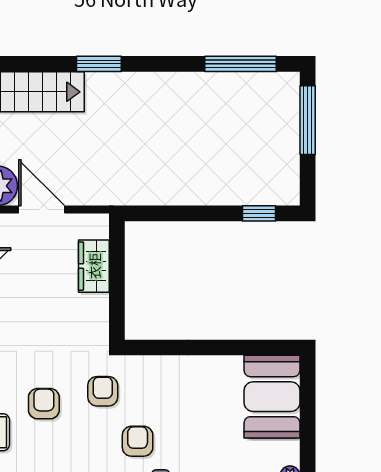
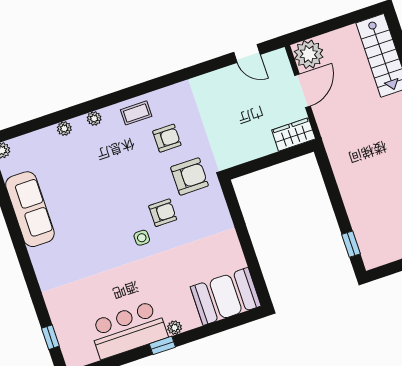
wardrobe: (94, 266) -> (294, 134), moved
armchair: (103, 391) -> (190, 176), width x1.38, depth x1.38

